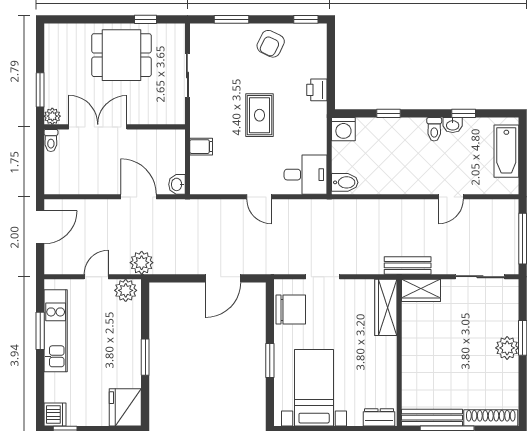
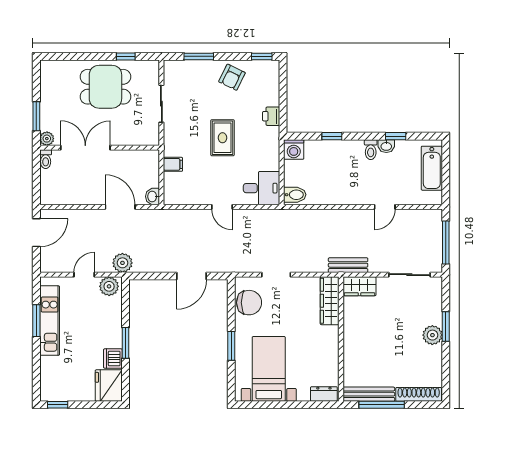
dishwasher: (55, 415) -> (113, 358), moved, turned 180

